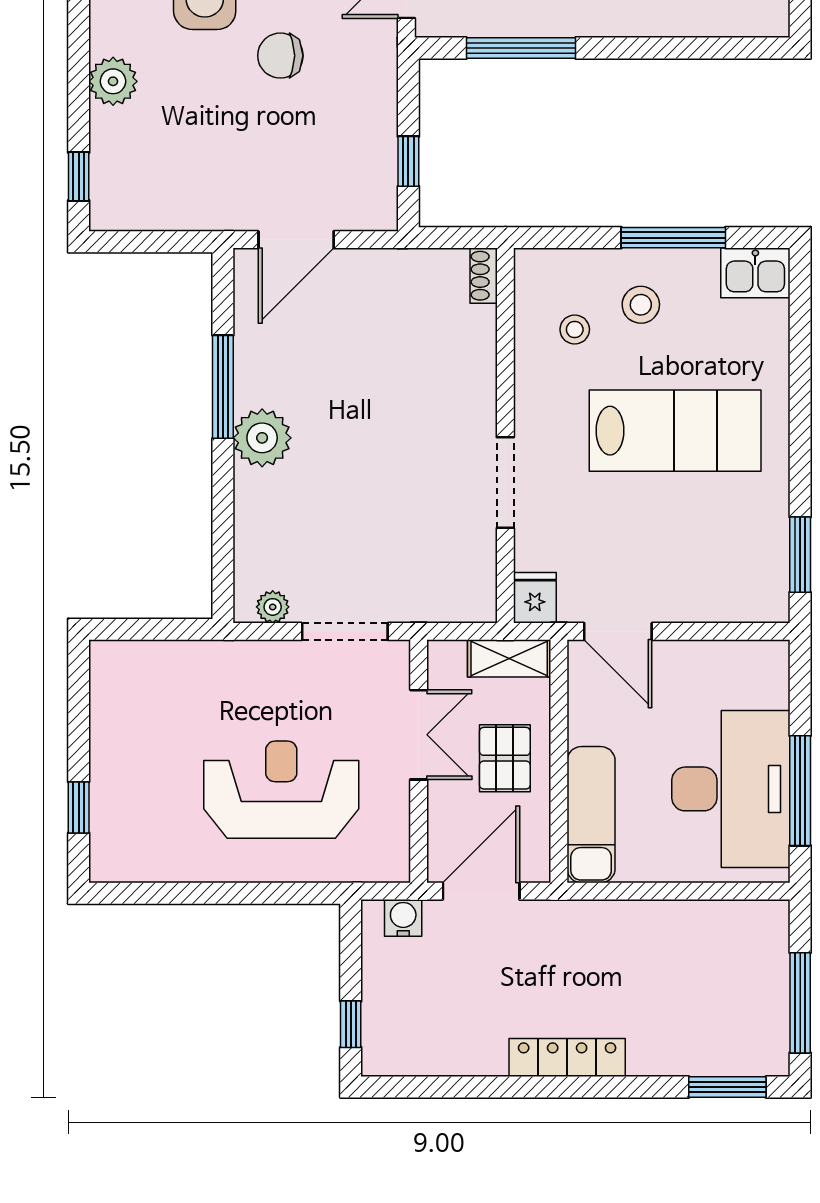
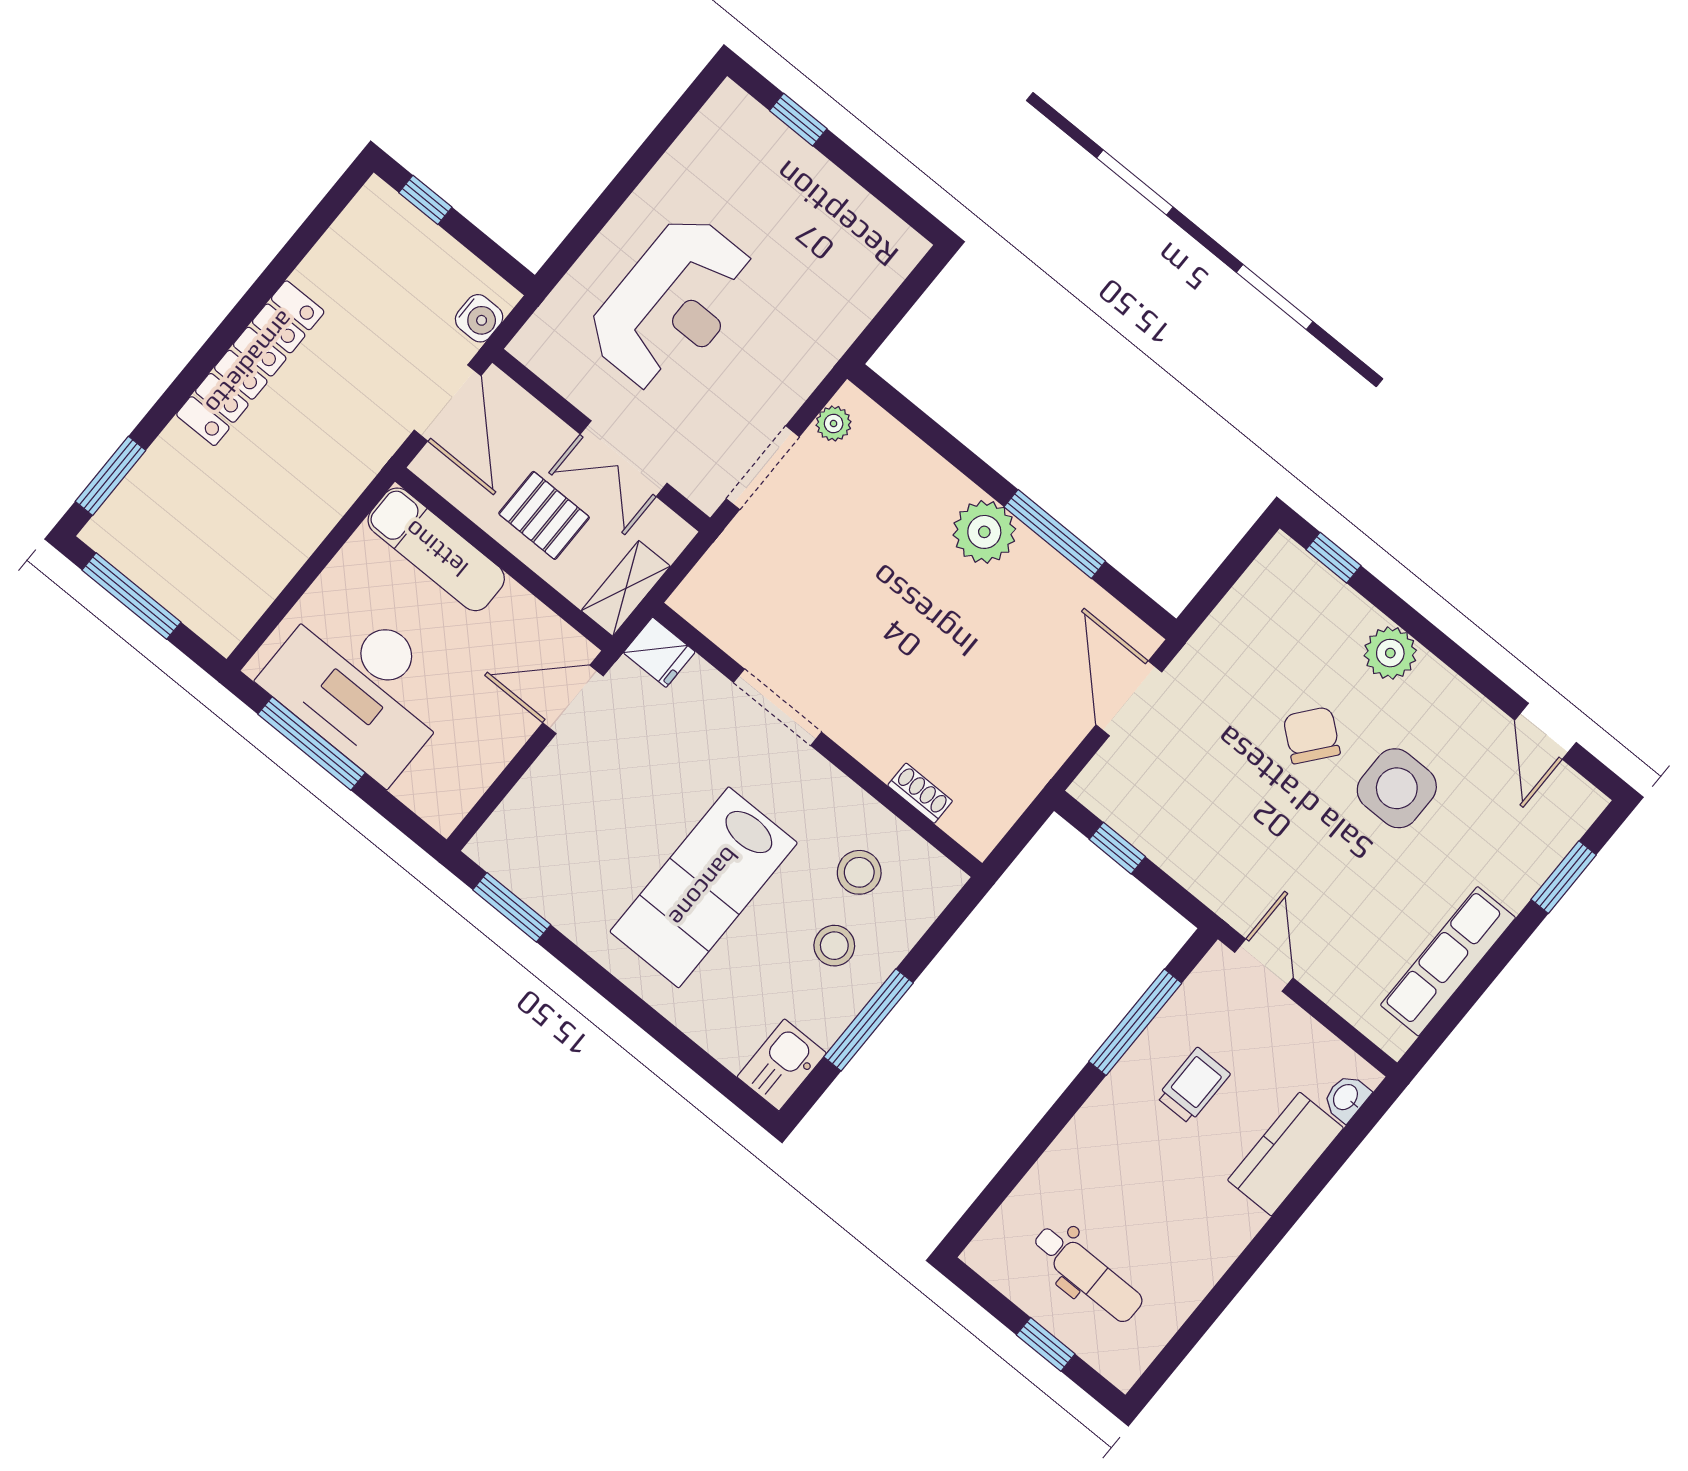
chair: (280, 56) -> (1312, 735), moved, turned -51
shoe rack: (484, 276) -> (920, 793), moved
stool: (575, 329) -> (859, 872), width x1.37, depth x1.37
locker: (567, 1058) -> (250, 363), width x1.41, depth x1.21

